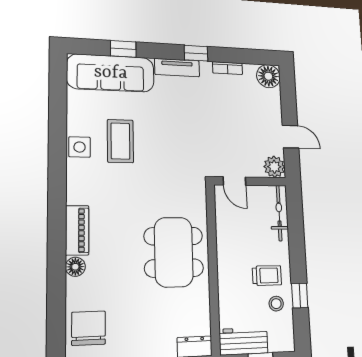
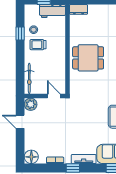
dining table: (174, 252) -> (88, 58), width x0.73

